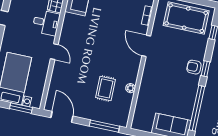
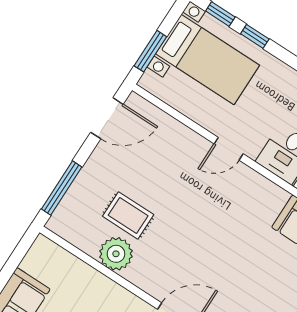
plant: (131, 88) -> (116, 254), width x1.88, depth x1.88

